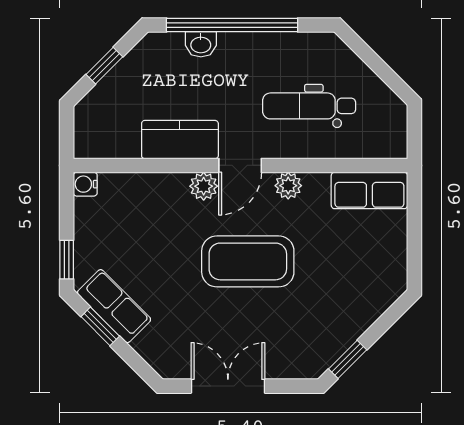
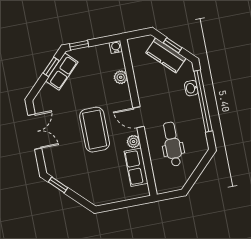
kitchen counter: (180, 140) -> (166, 55), moved, turned 135
plant: (204, 186) -> (121, 77), moved
row of seats: (369, 190) -> (136, 167), moved

